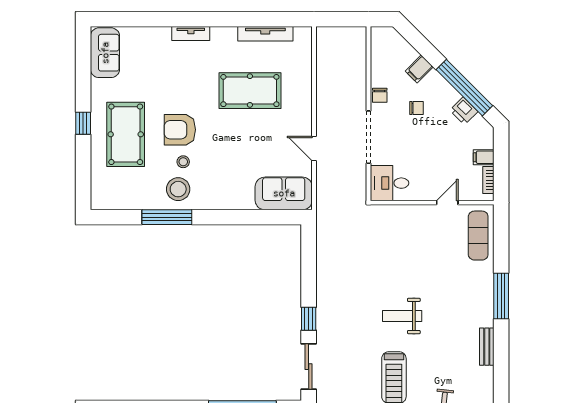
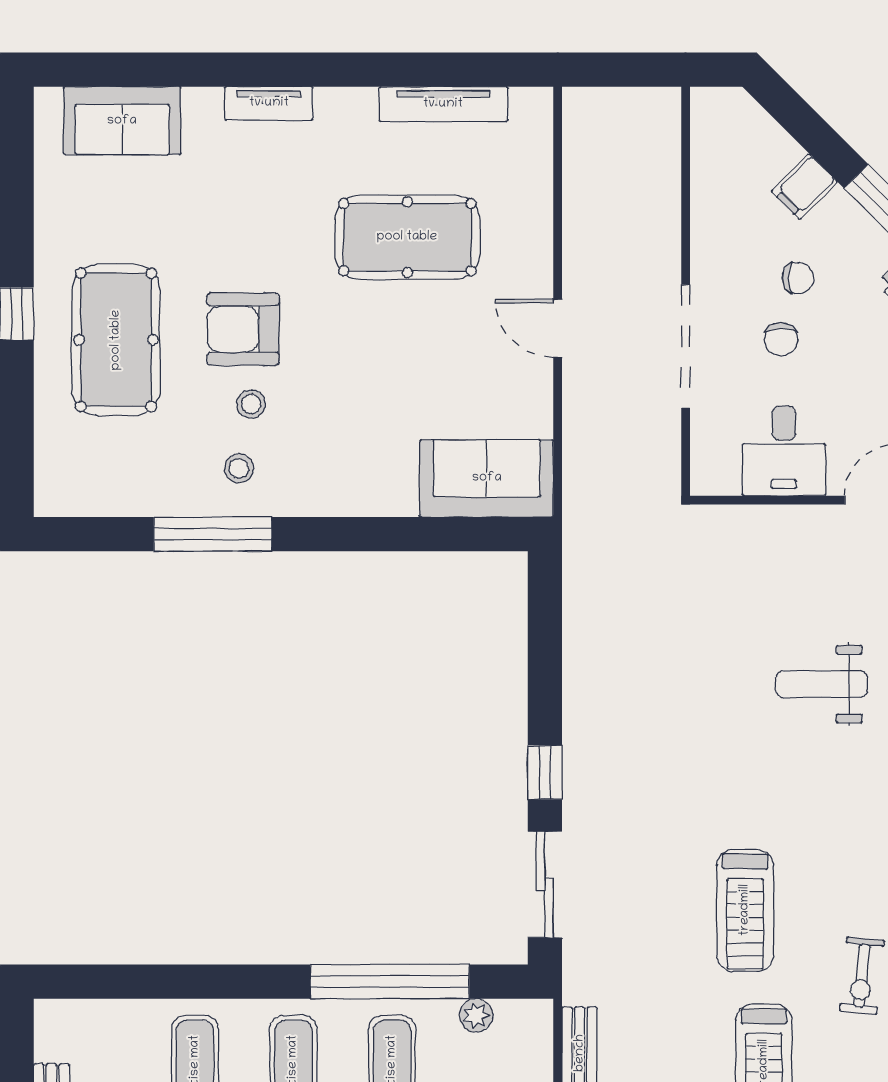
sofa: (105, 53) -> (122, 121), moved, turned 90
chair: (380, 95) -> (781, 339), moved
door: (314, 149) -> (558, 328), moved
desk: (389, 183) -> (784, 451), moved, turned -90
stool: (178, 189) -> (239, 468), width x0.53, depth x0.53
weight bench: (402, 316) -> (822, 684), moved

